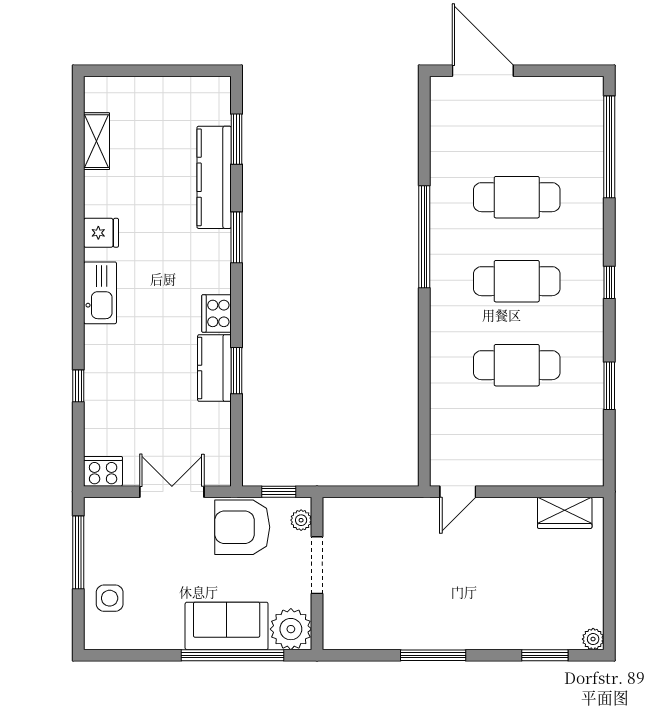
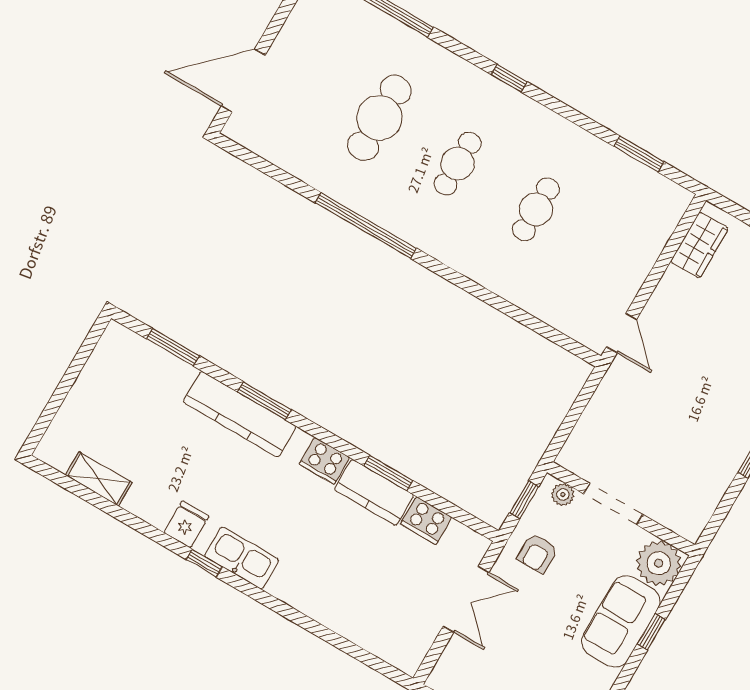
kitchen counter: (214, 177) -> (240, 414), moved
cafe table: (517, 281) -> (458, 164), width x0.73, depth x0.74
cafe table: (517, 365) -> (536, 209), width x0.73, depth x0.74
window: (78, 386) -> (204, 563), moved
window: (609, 386) -> (639, 154), moved
cooker: (103, 471) -> (426, 521), moved, turned -90
double door: (172, 492) -> (466, 599), swing flipped
armchair: (242, 527) -> (537, 553), width x0.53, depth x0.53
window: (233, 655) -> (651, 632), width x0.32

